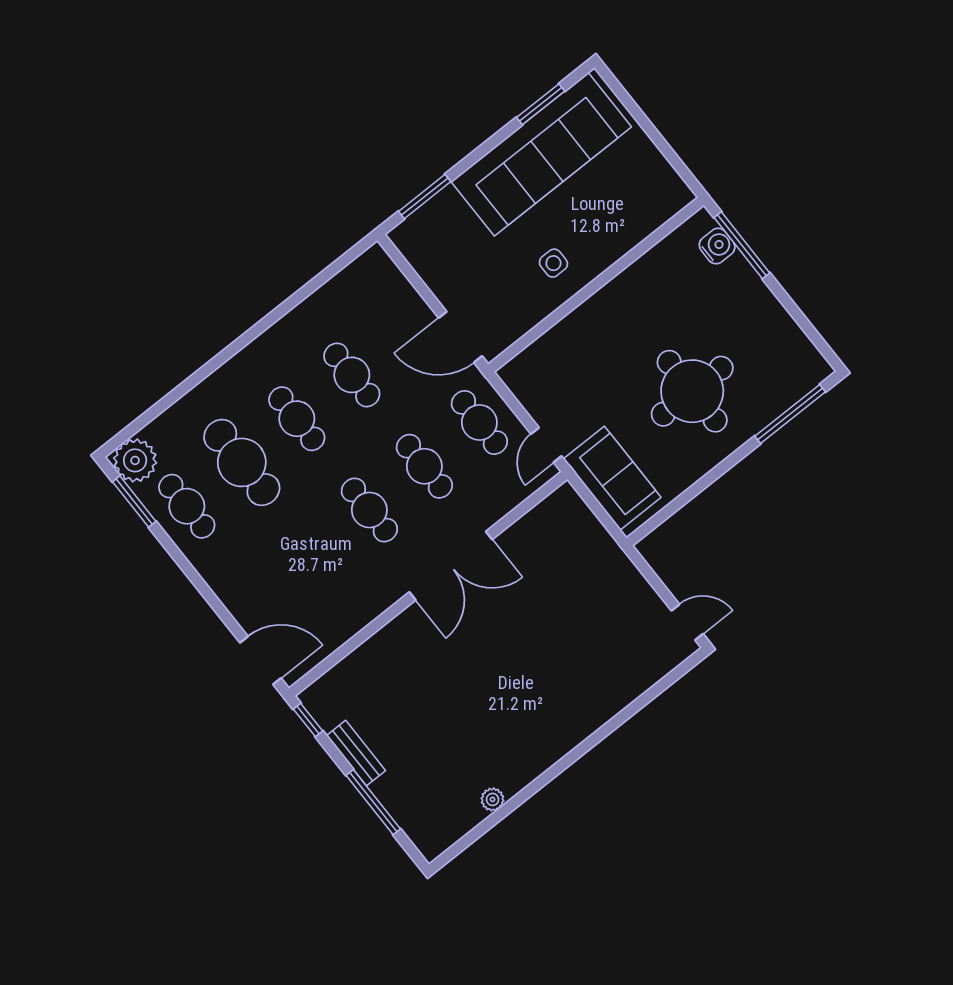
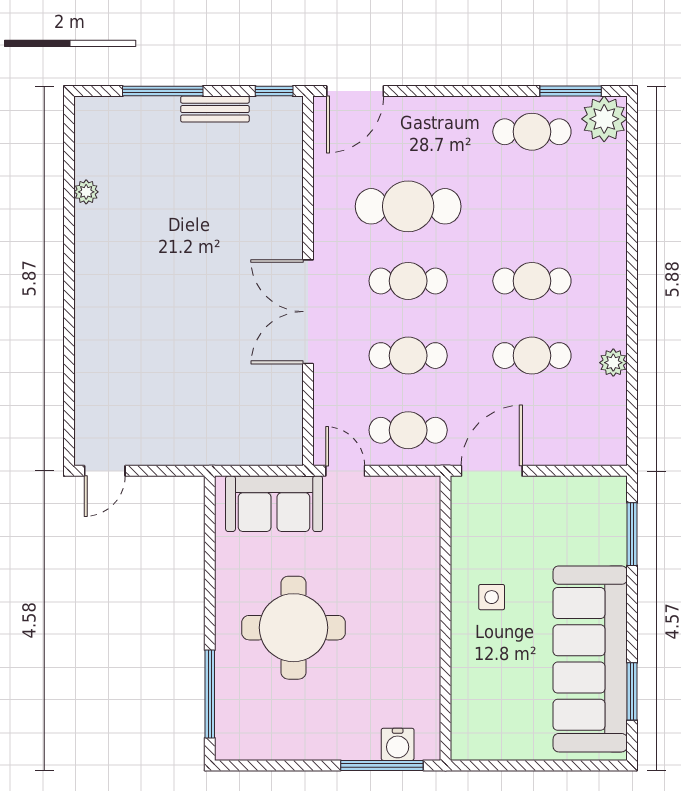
plant: (309, 311) -> (613, 363), added
cafe table: (242, 462) -> (408, 206), moved

